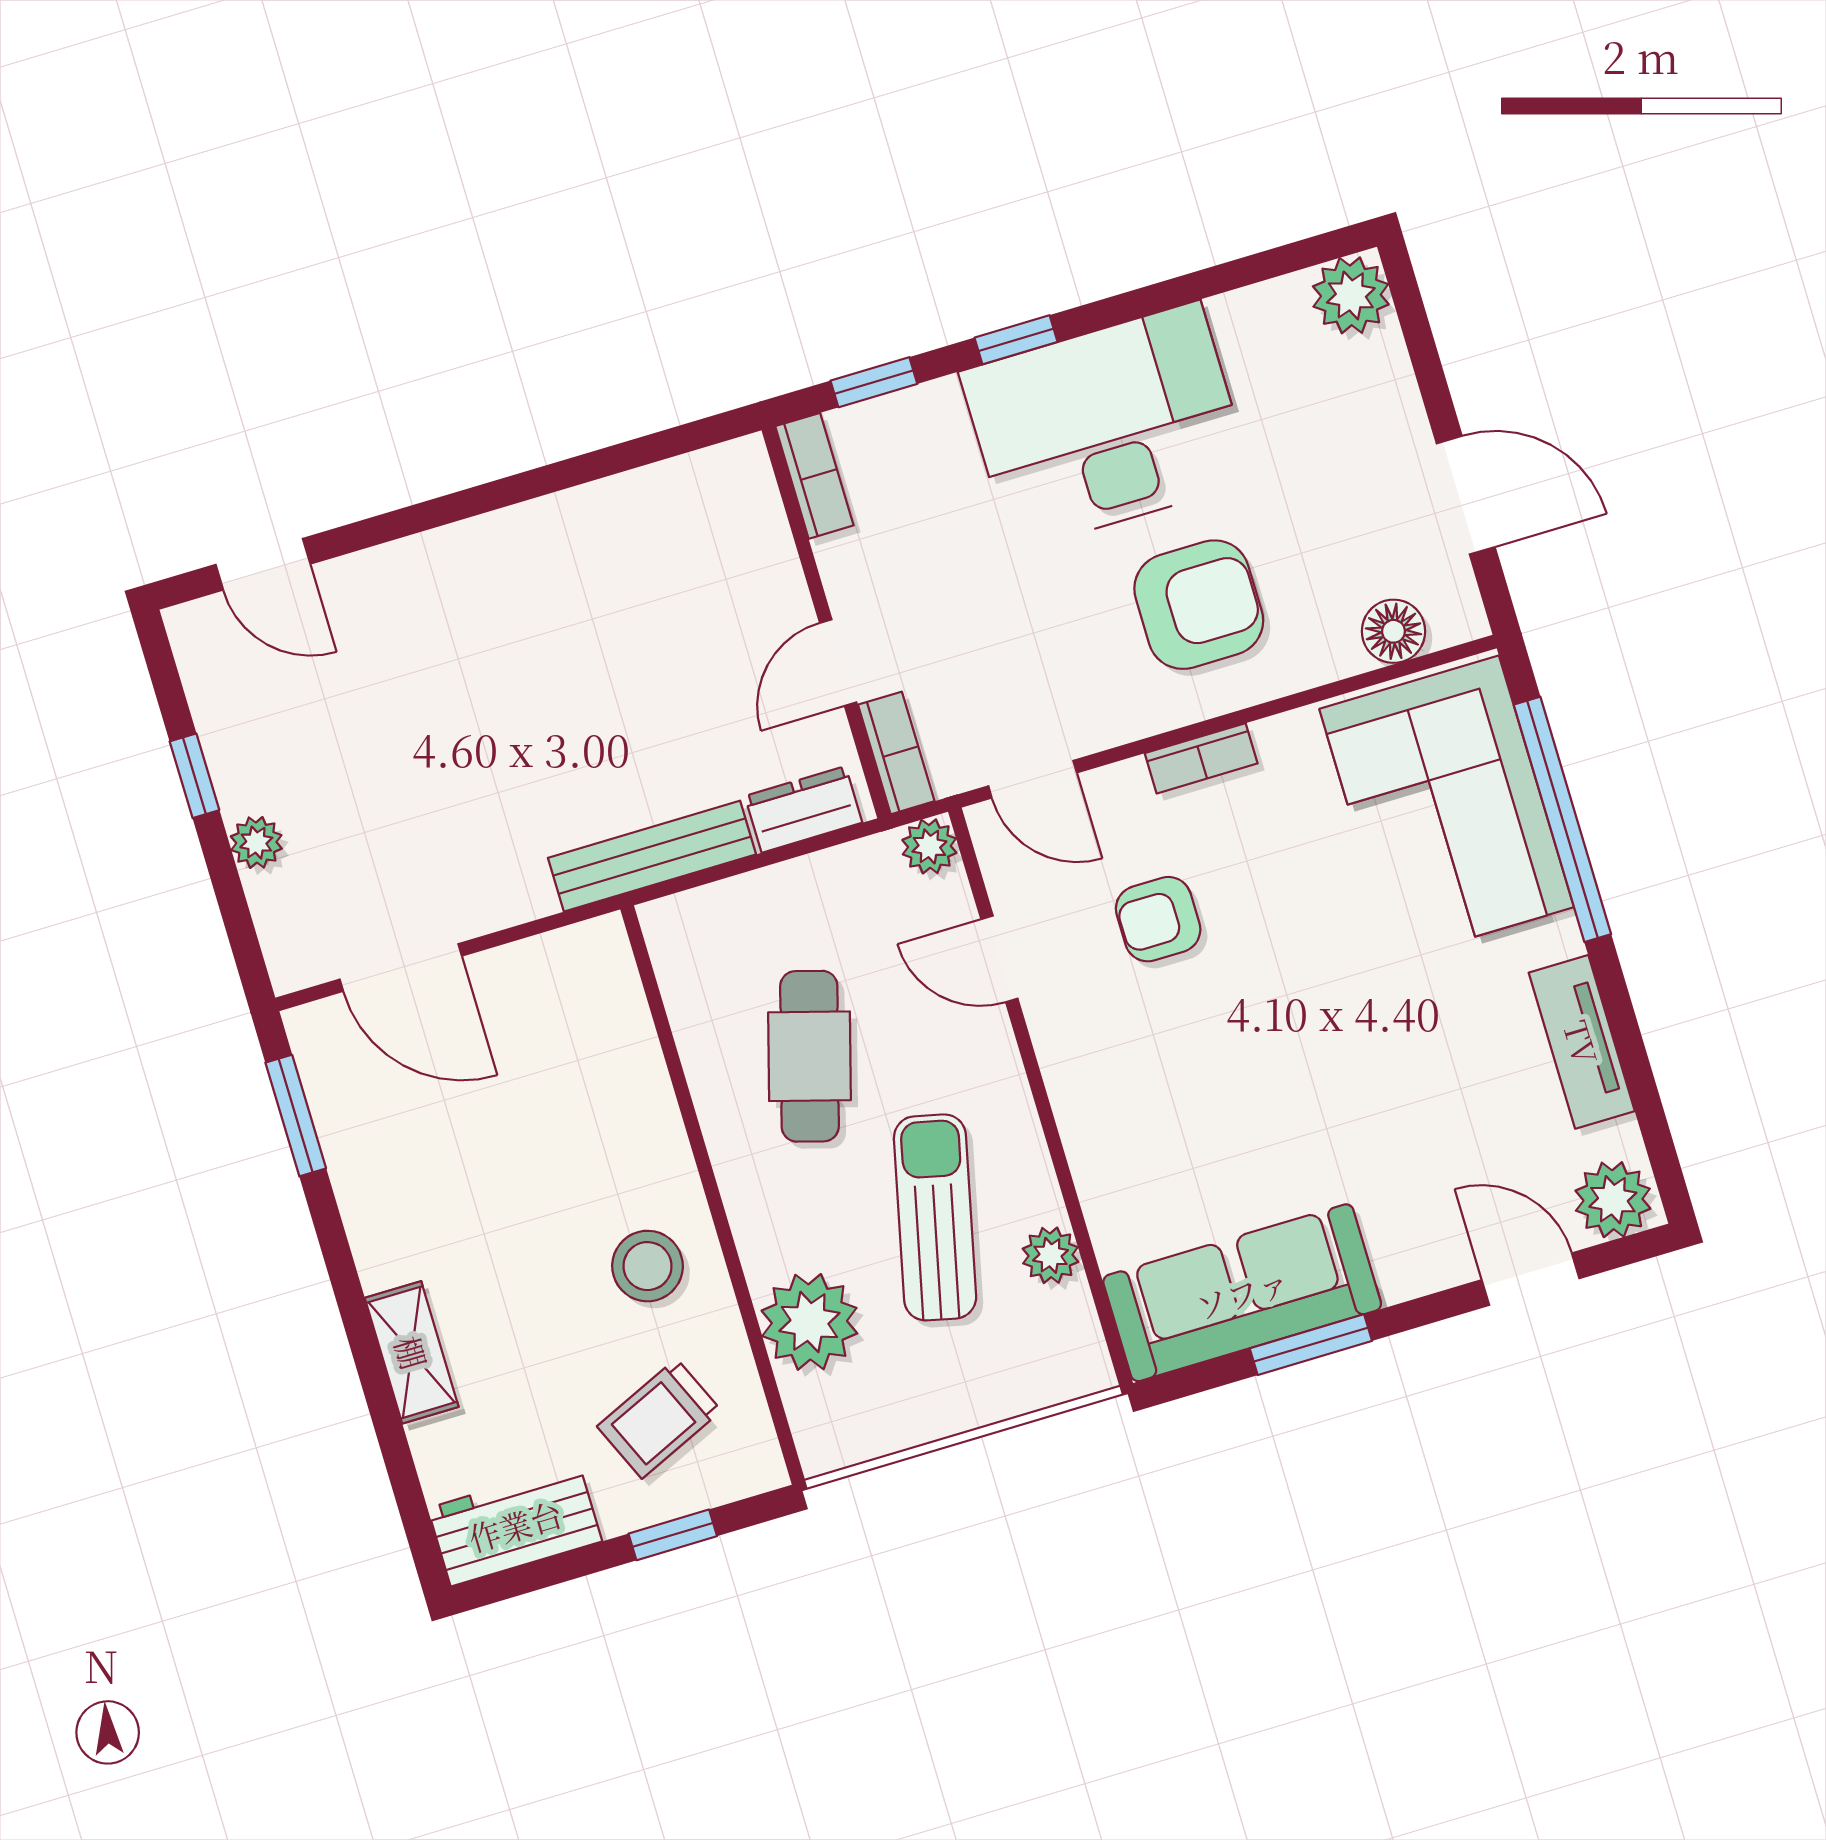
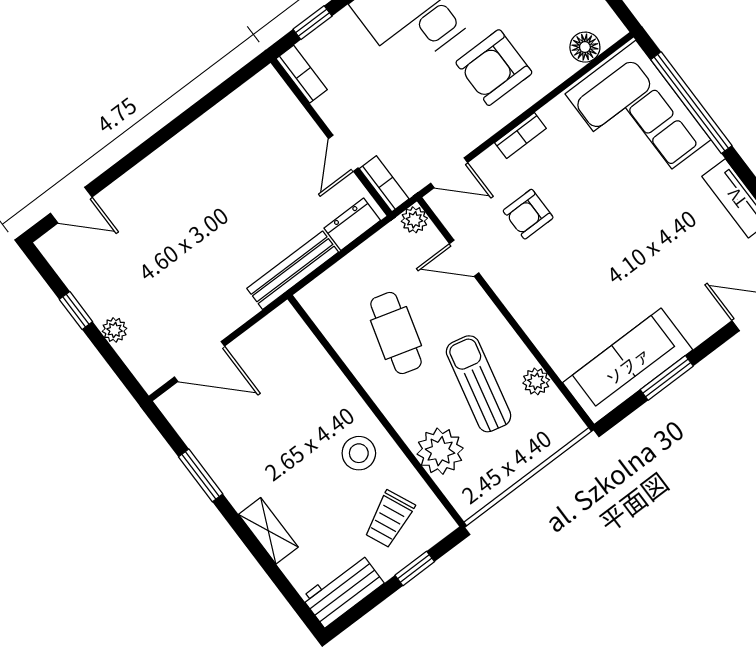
armchair: (1199, 605) -> (494, 68), turned 180
window: (296, 1116) -> (201, 475), moved

